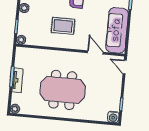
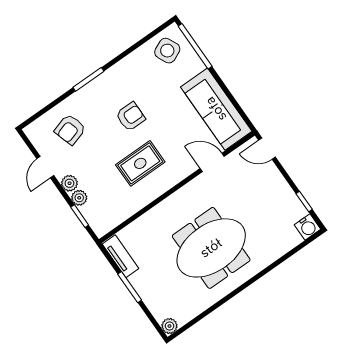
plant: (21, 40) -> (79, 198), moved
tv unit: (17, 80) -> (120, 256), moved

